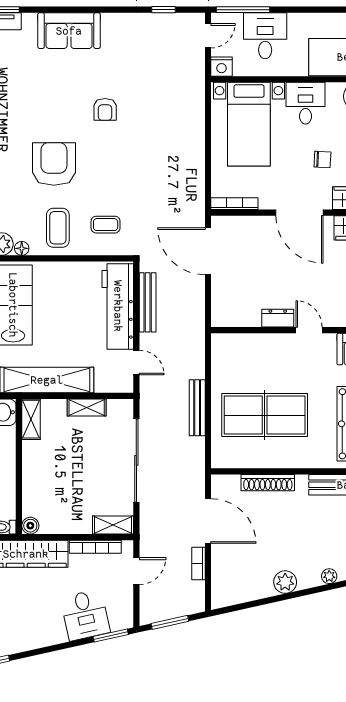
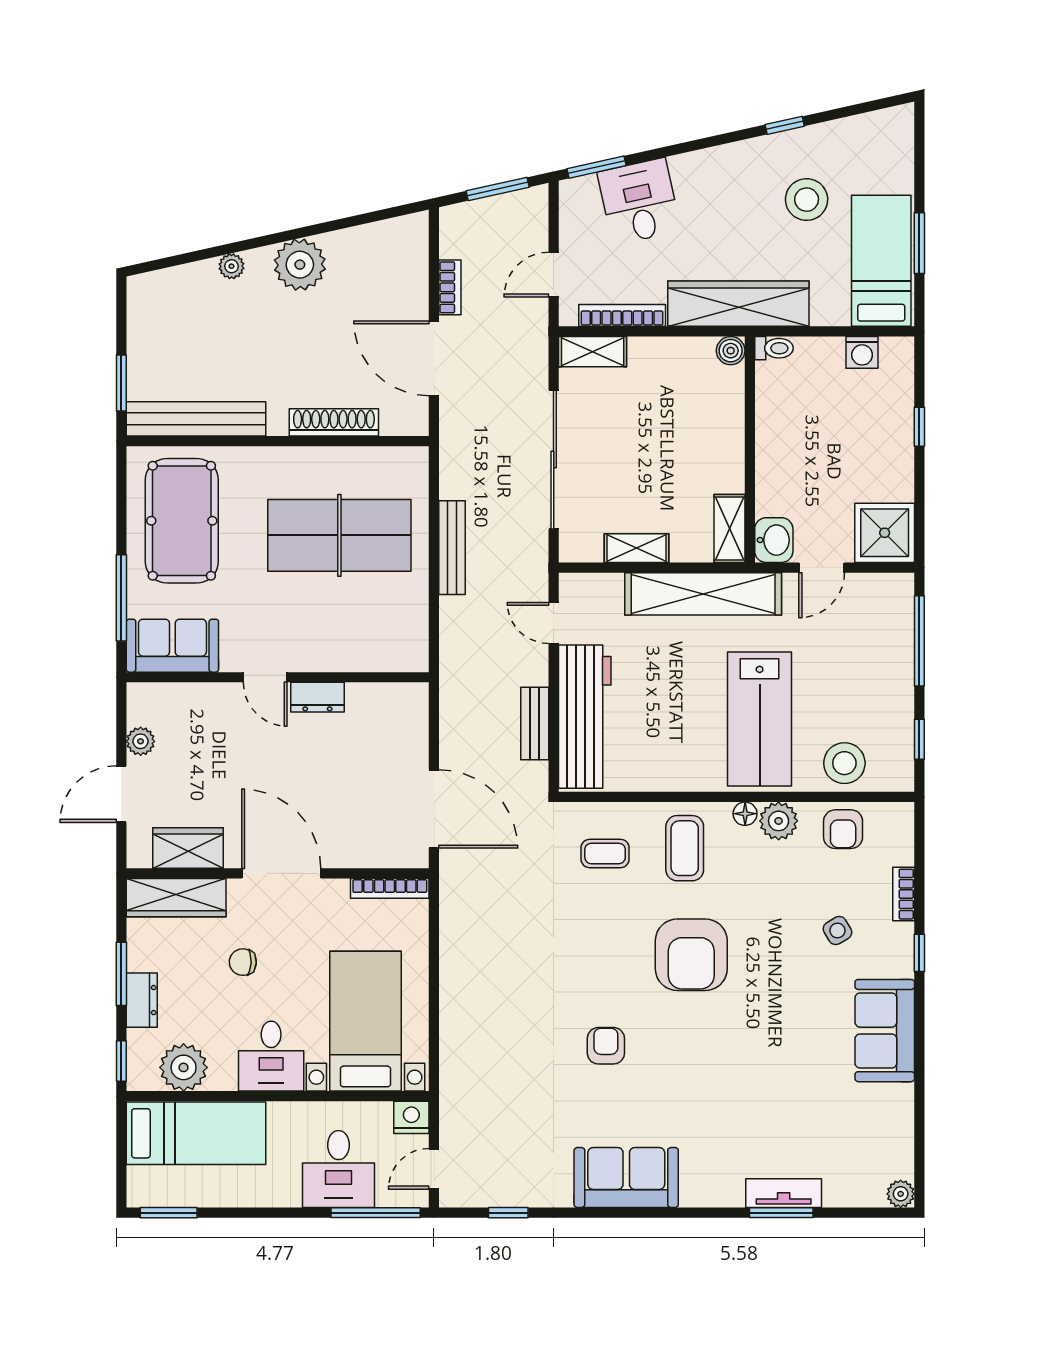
sofa: (69, 31) -> (626, 1178), moved
bench: (148, 302) -> (535, 723), width x0.73
plant: (285, 582) -> (300, 265), width x1.36, depth x1.36

